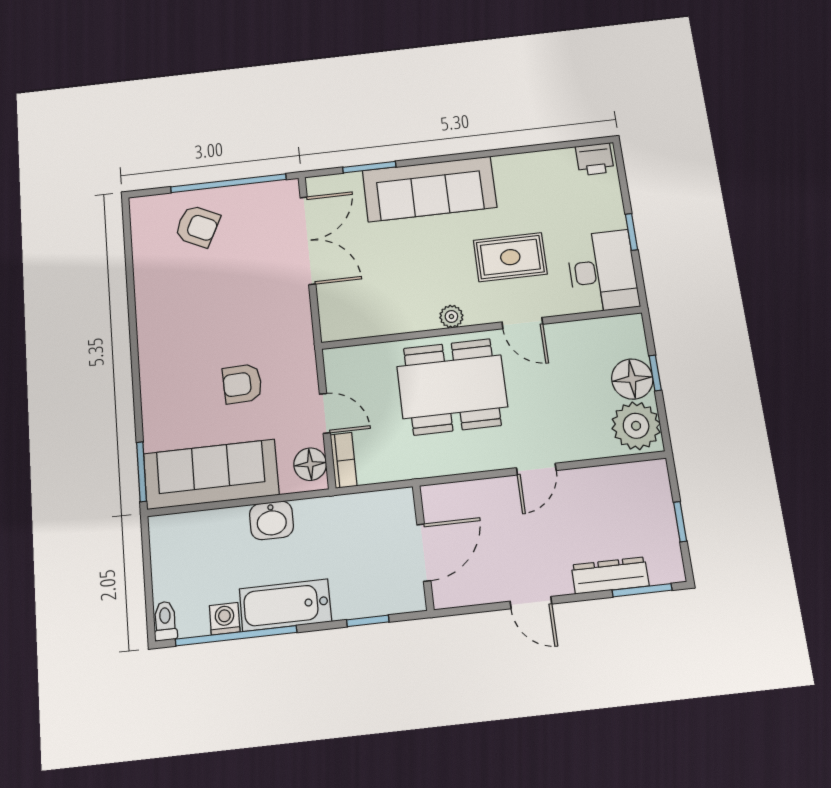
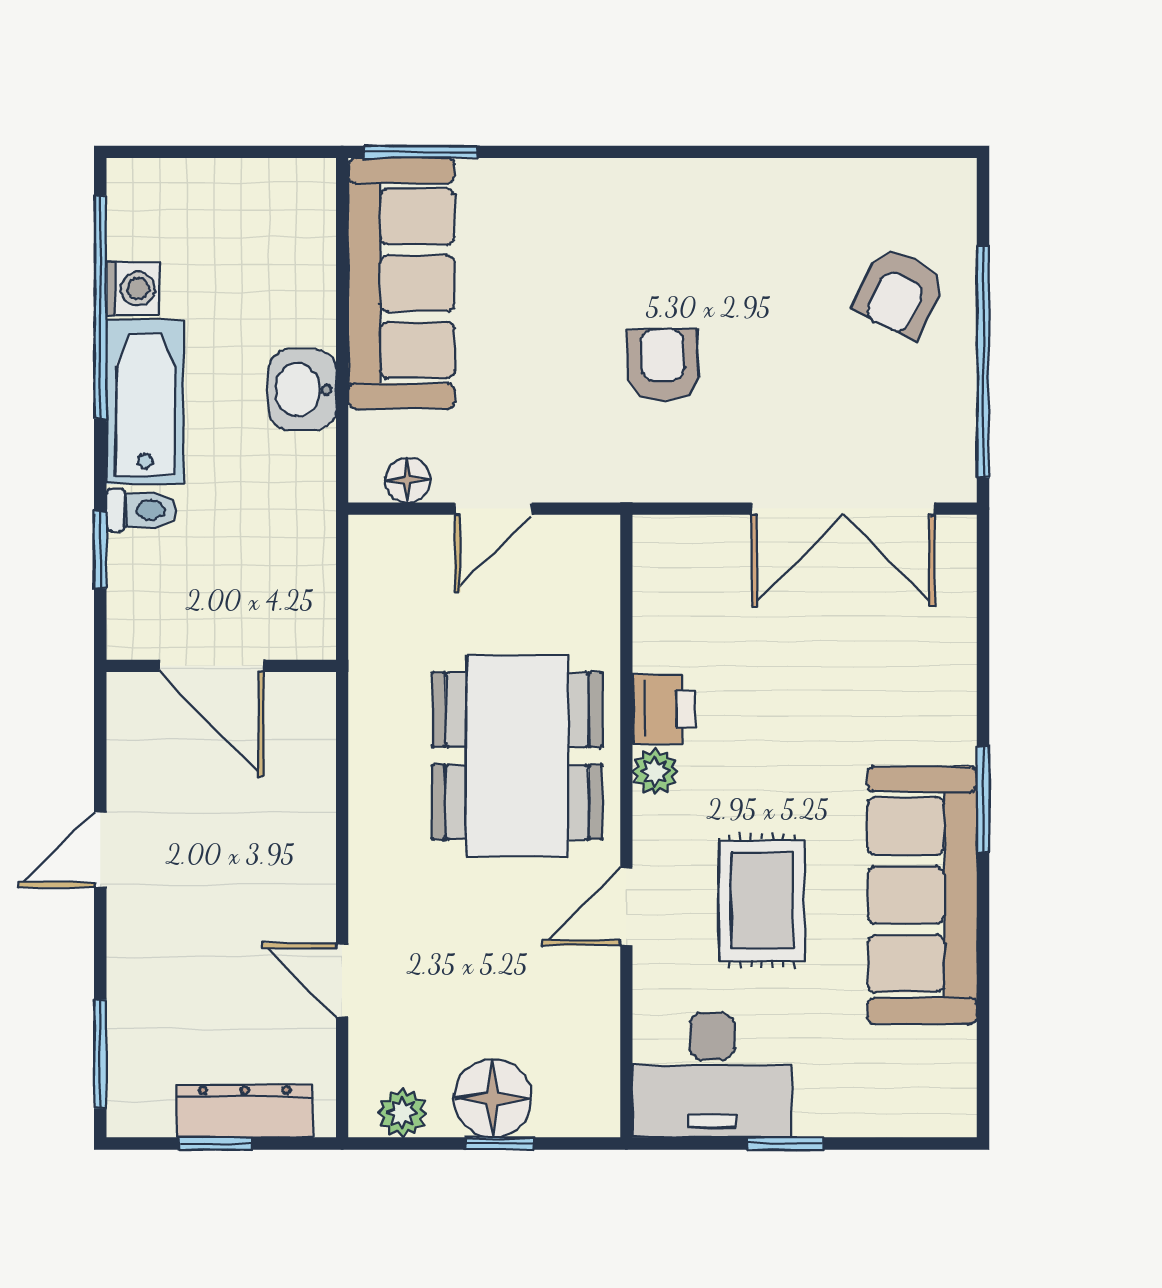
printer: (595, 159) -> (664, 709), moved, turned 180
window: (369, 167) -> (983, 799), moved
sofa: (429, 189) -> (922, 895), moved
armchair: (242, 384) -> (663, 365), moved
plant: (636, 426) -> (402, 1113), width x0.53, depth x0.53
bookcase: (344, 460) -> (400, 535), removed
floor lamp: (310, 464) -> (408, 480), width x0.73, depth x0.73
door: (536, 469) -> (342, 980), moved
dresser: (610, 575) -> (244, 1111), moved, turned -90
toilet: (165, 621) -> (141, 510), moved

